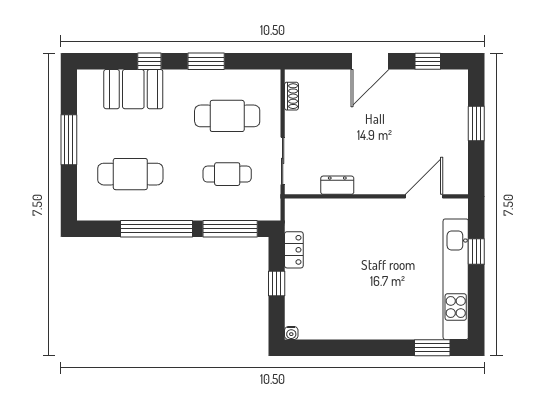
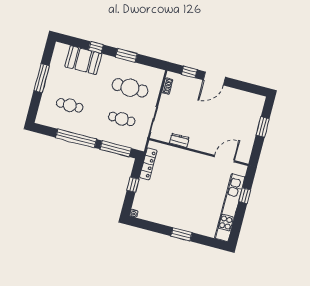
window: (428, 61) -> (189, 72), moved
cafe table: (130, 174) -> (70, 105), width x0.73, depth x0.74
locker: (294, 250) -> (148, 164), width x1.53
window: (432, 348) -> (181, 234), moved

